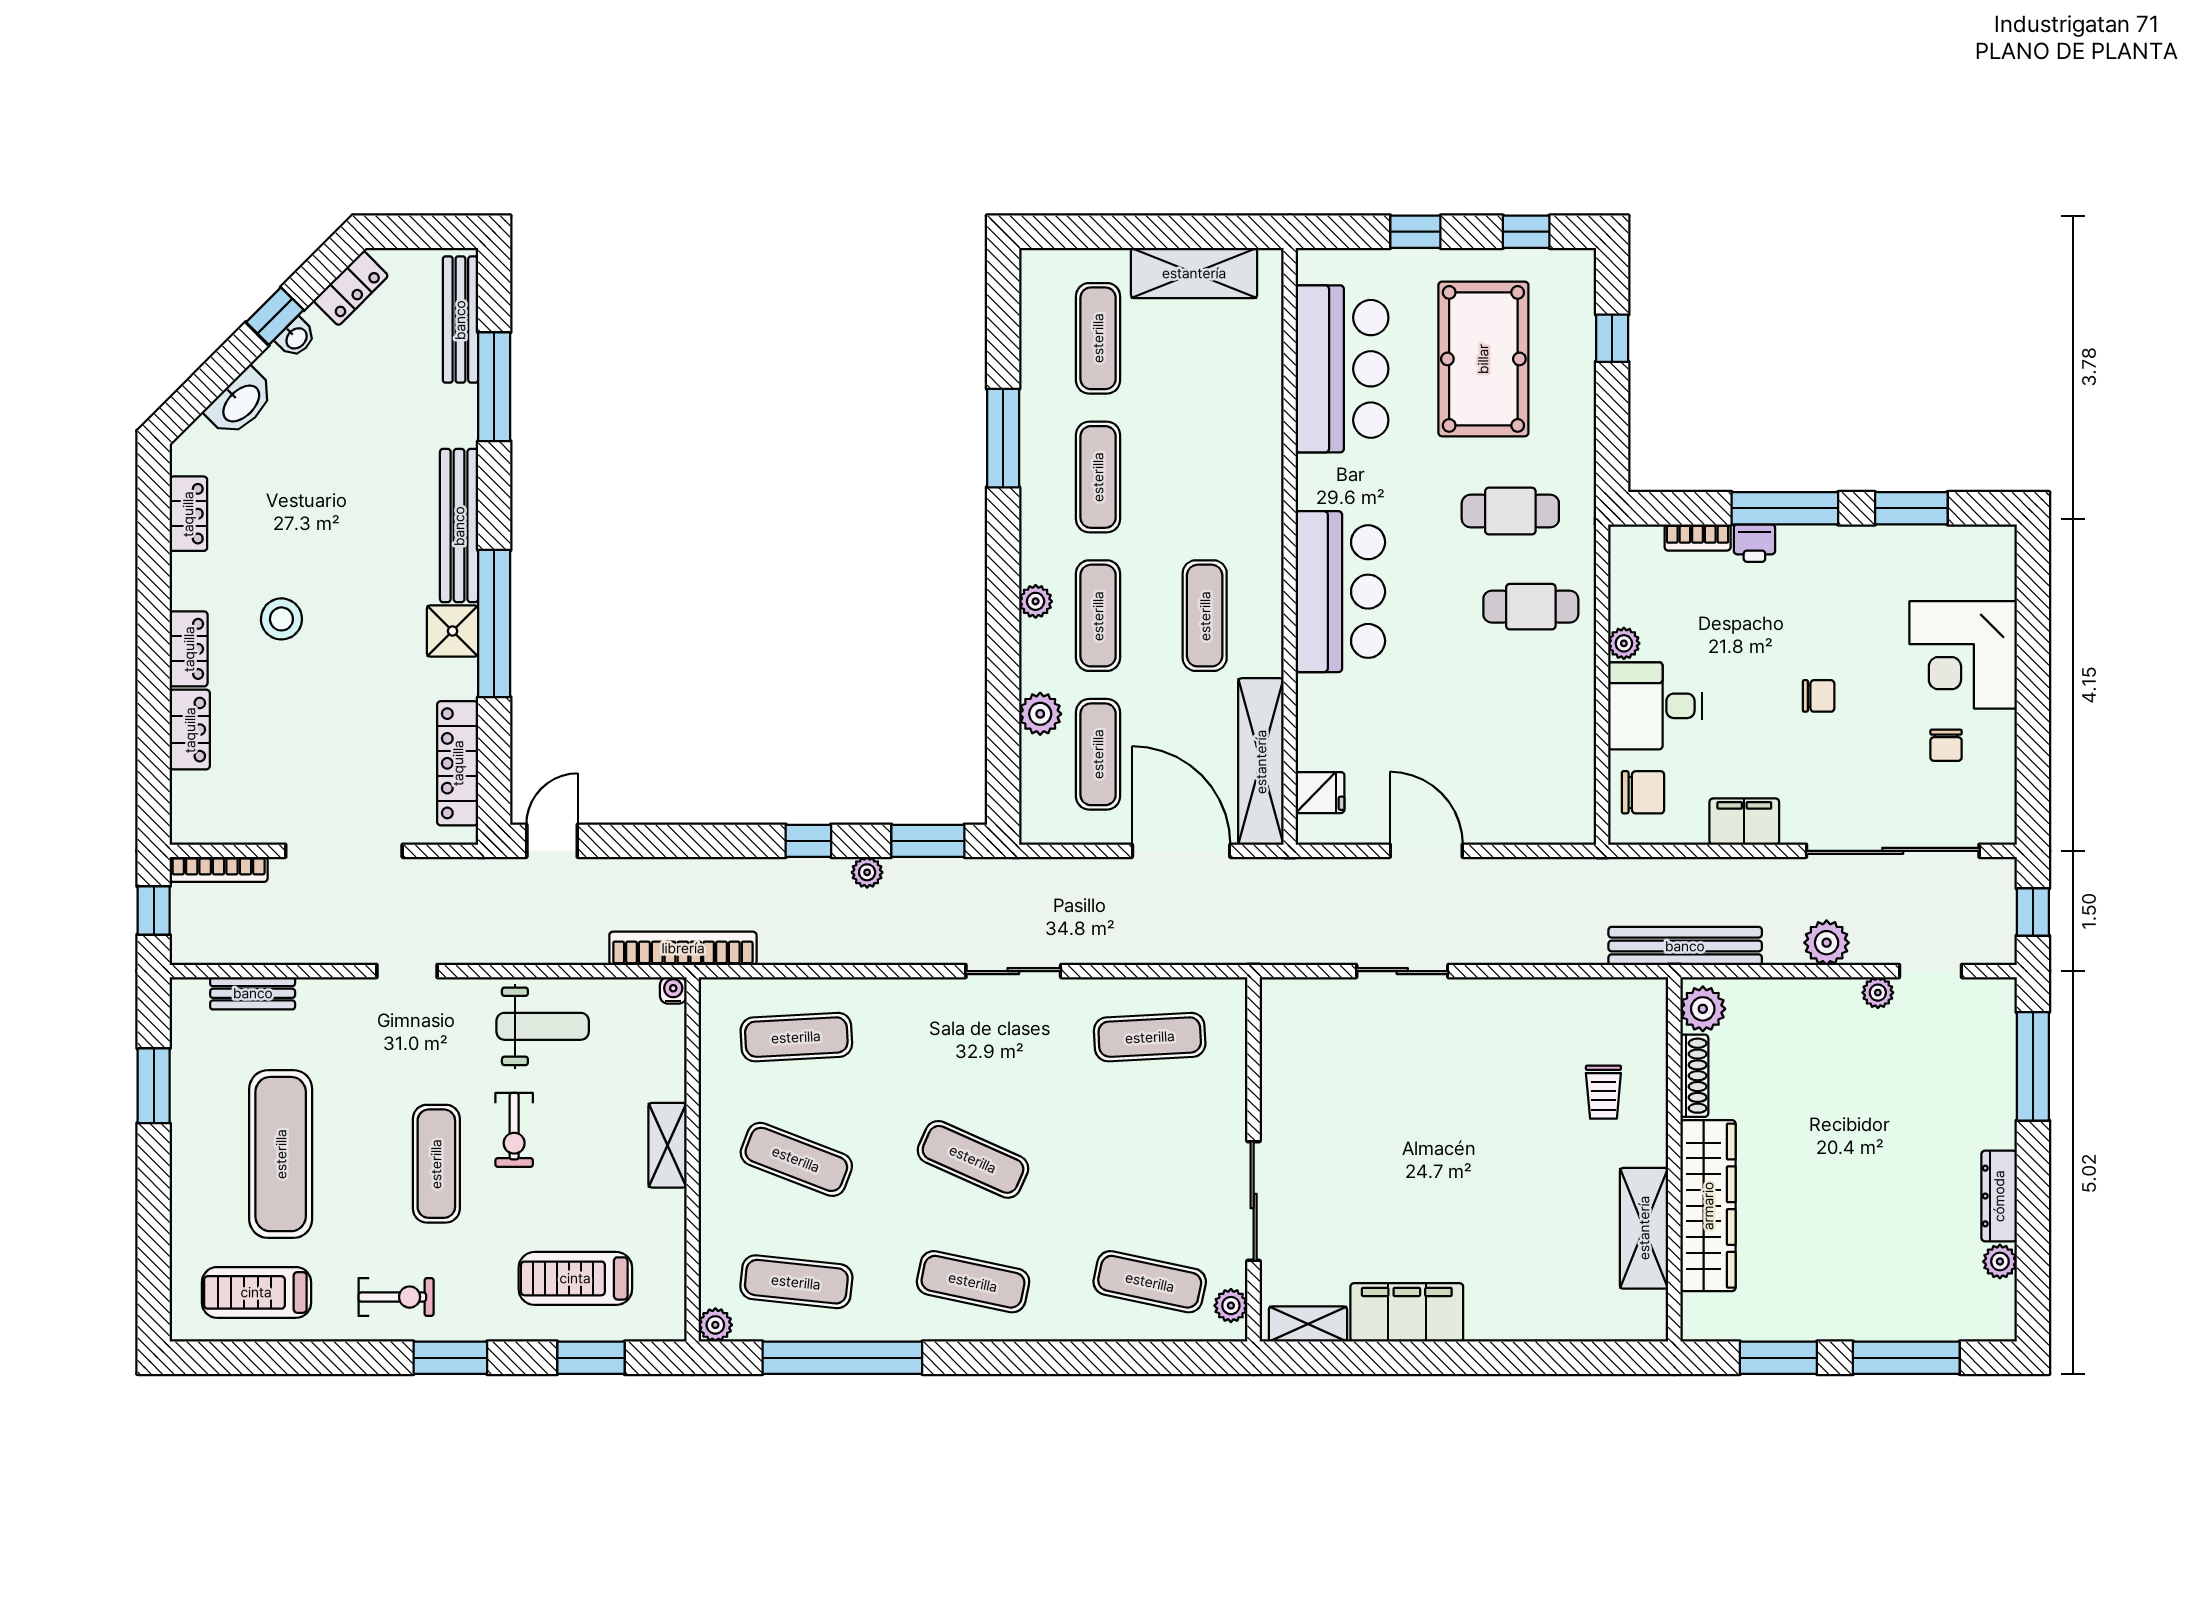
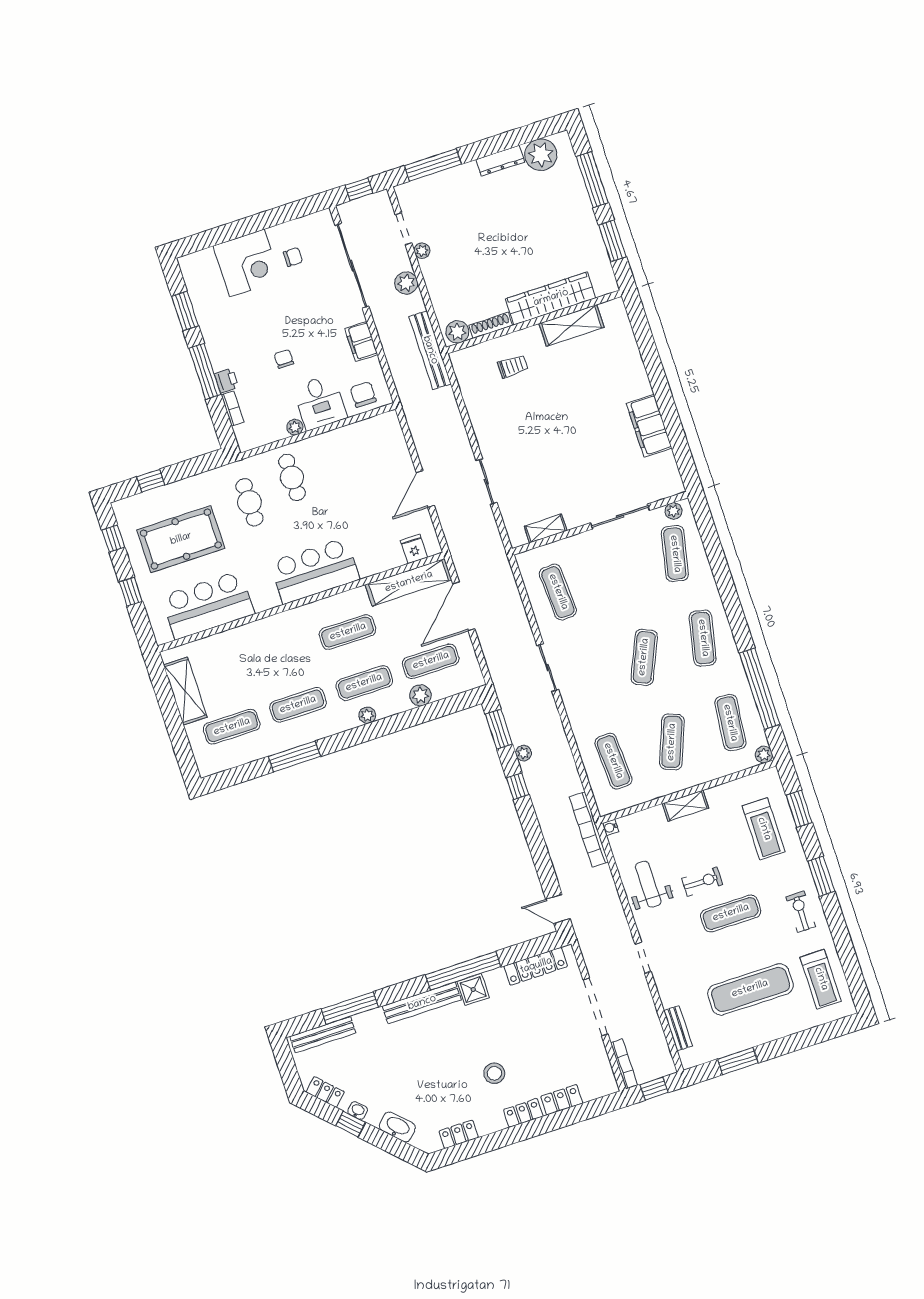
chair: (1819, 696) -> (284, 359), moved
plant: (2000, 1262) -> (541, 155), width x1.88, depth x1.88
shelving: (1308, 1324) -> (546, 529), moved, turned 90

